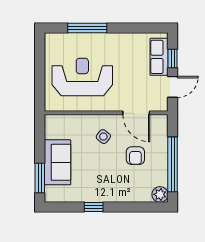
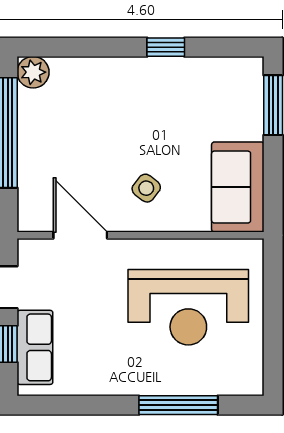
armchair: (135, 156) -> (82, 150), removed
sofa: (58, 162) -> (238, 187), moved

